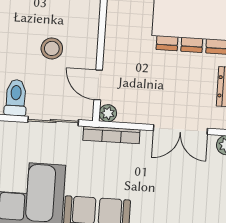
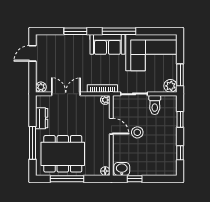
door: (98, 85) -> (111, 126), moved

